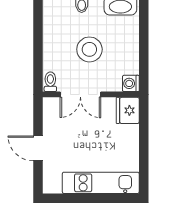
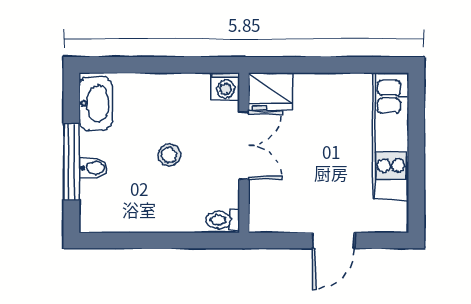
stool: (89, 49) -> (169, 155), width x0.53, depth x0.53
double door: (80, 94) -> (244, 145), moved

